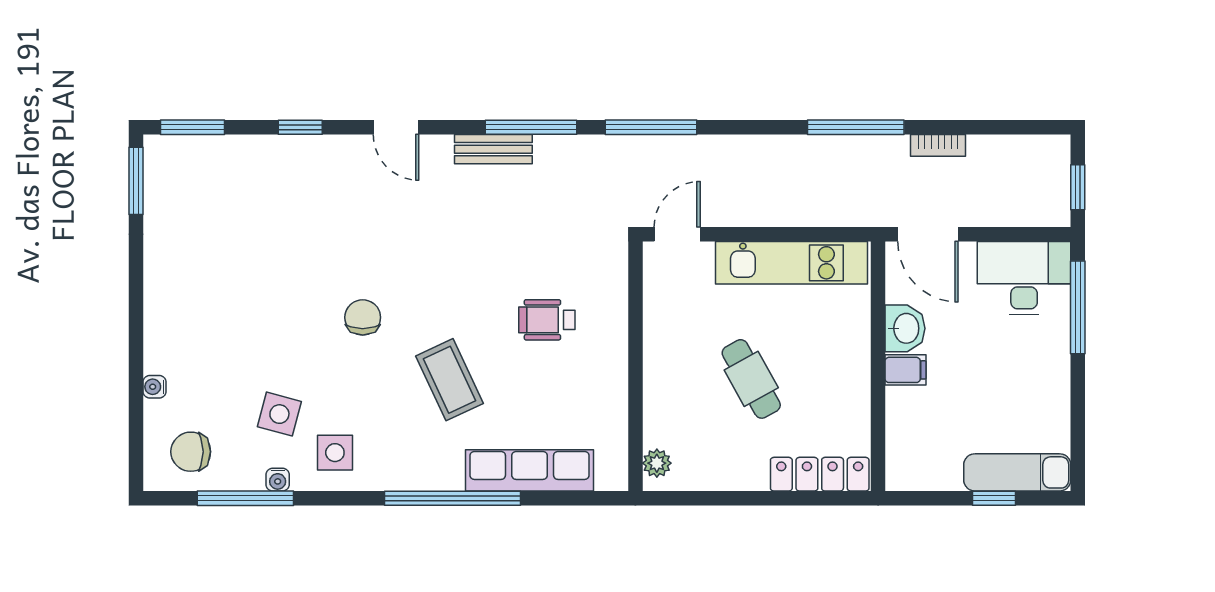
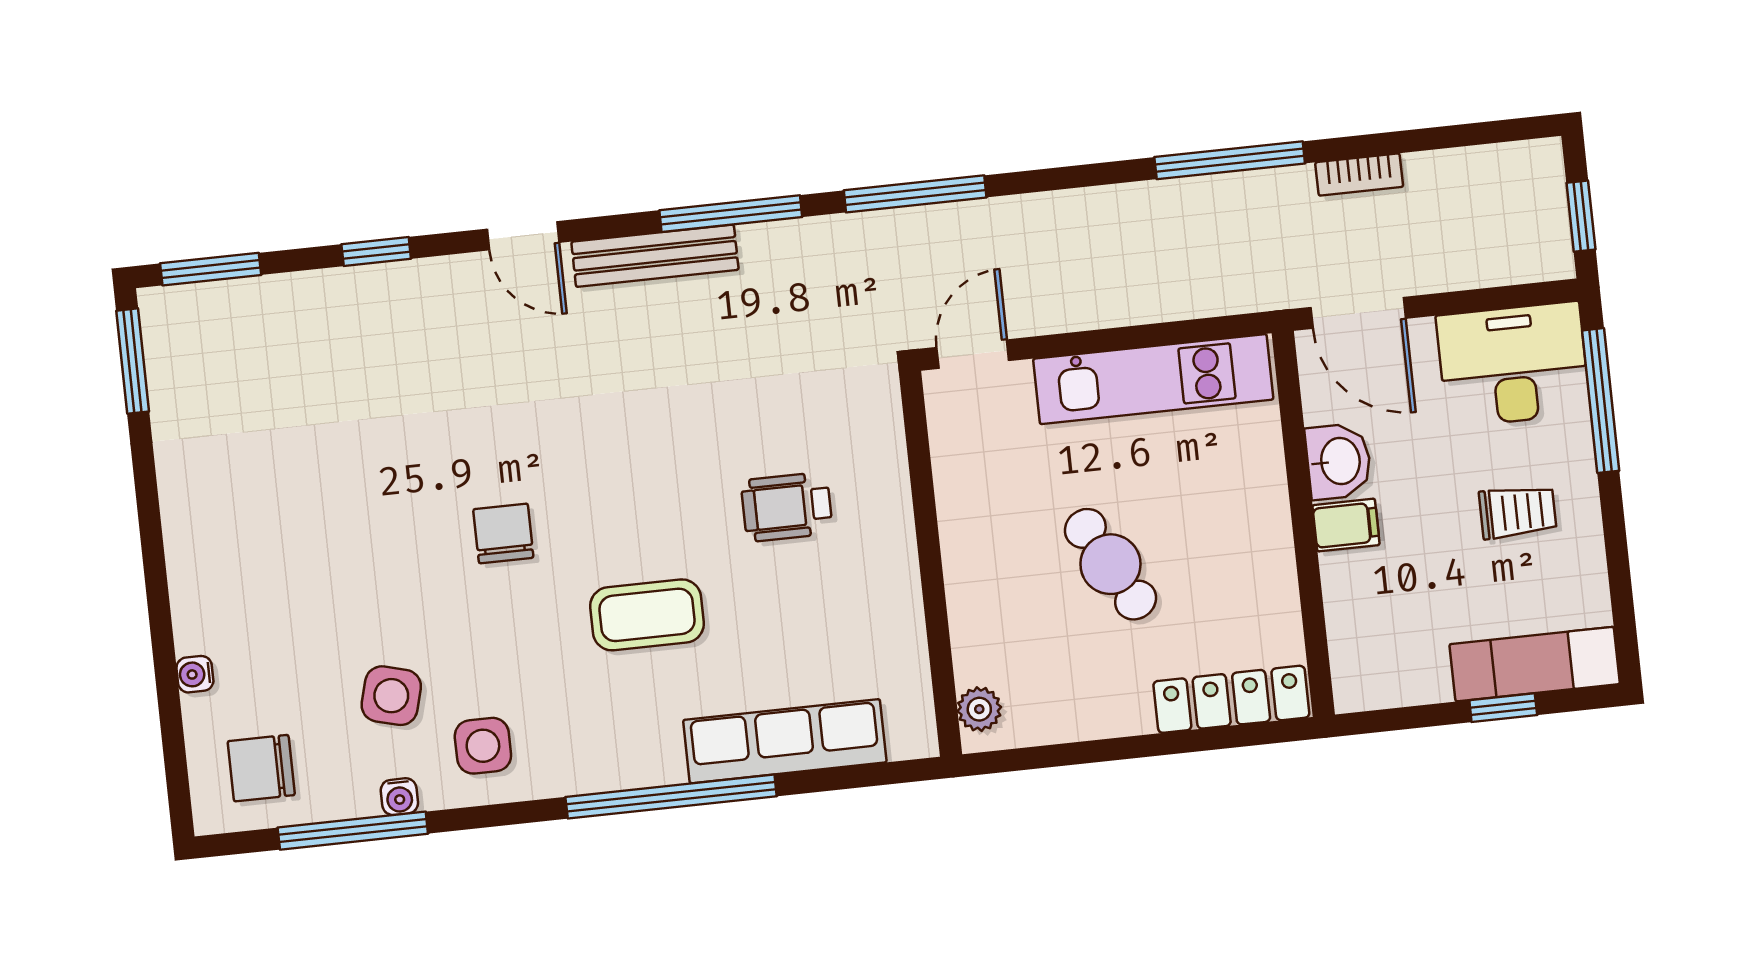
bench: (493, 149) -> (655, 256), width x1.36
trolley: (1017, 373) -> (1518, 512), added
coffee table: (449, 380) -> (647, 615), turned -65

